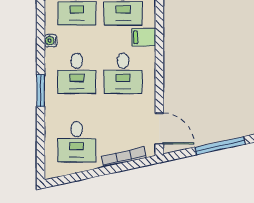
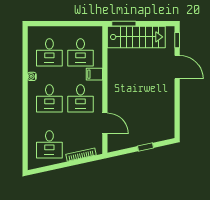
window: (41, 91) -> (25, 110), removed
door: (159, 129) -> (105, 123), moved
window: (220, 146) -> (146, 147), width x0.46

